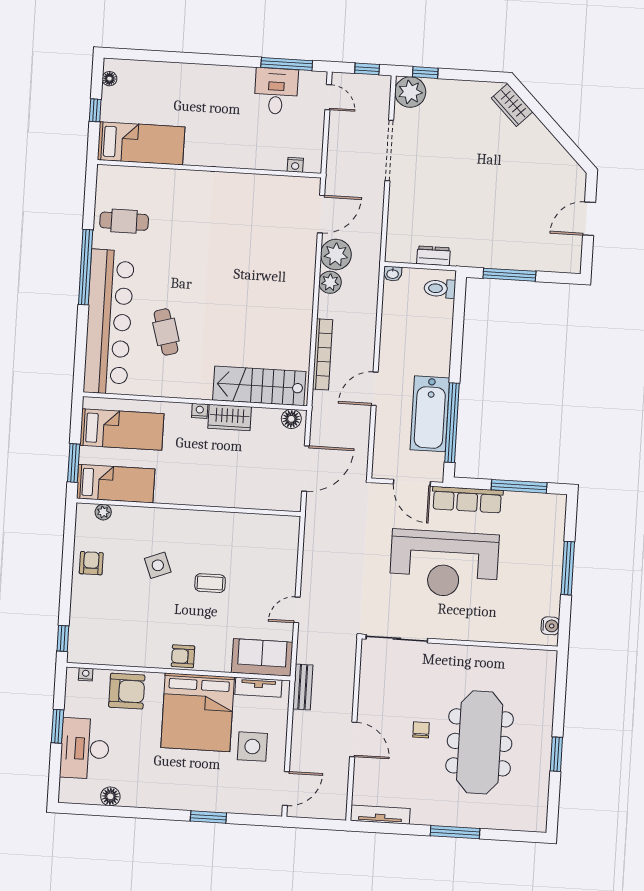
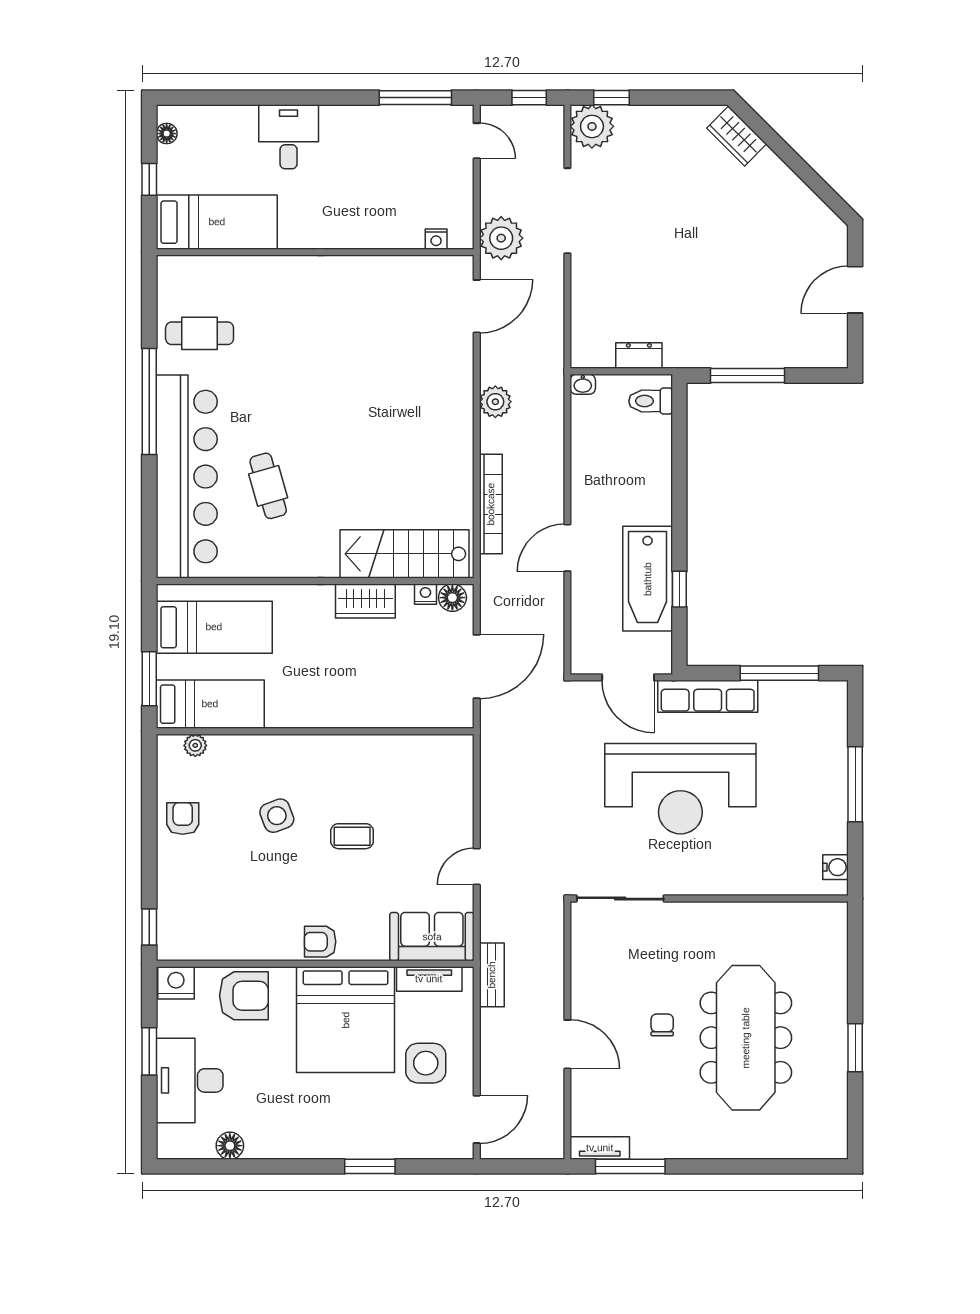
desk: (276, 91) -> (289, 137), moved
plant: (336, 254) -> (501, 238), moved
nightstand: (200, 411) -> (425, 594), moved
window: (452, 423) -> (679, 589), width x0.32
nightstand: (86, 674) -> (176, 983), width x1.89, depth x1.79
tv unit: (380, 815) -> (600, 1148), width x0.71
window: (455, 832) -> (630, 1166), moved

